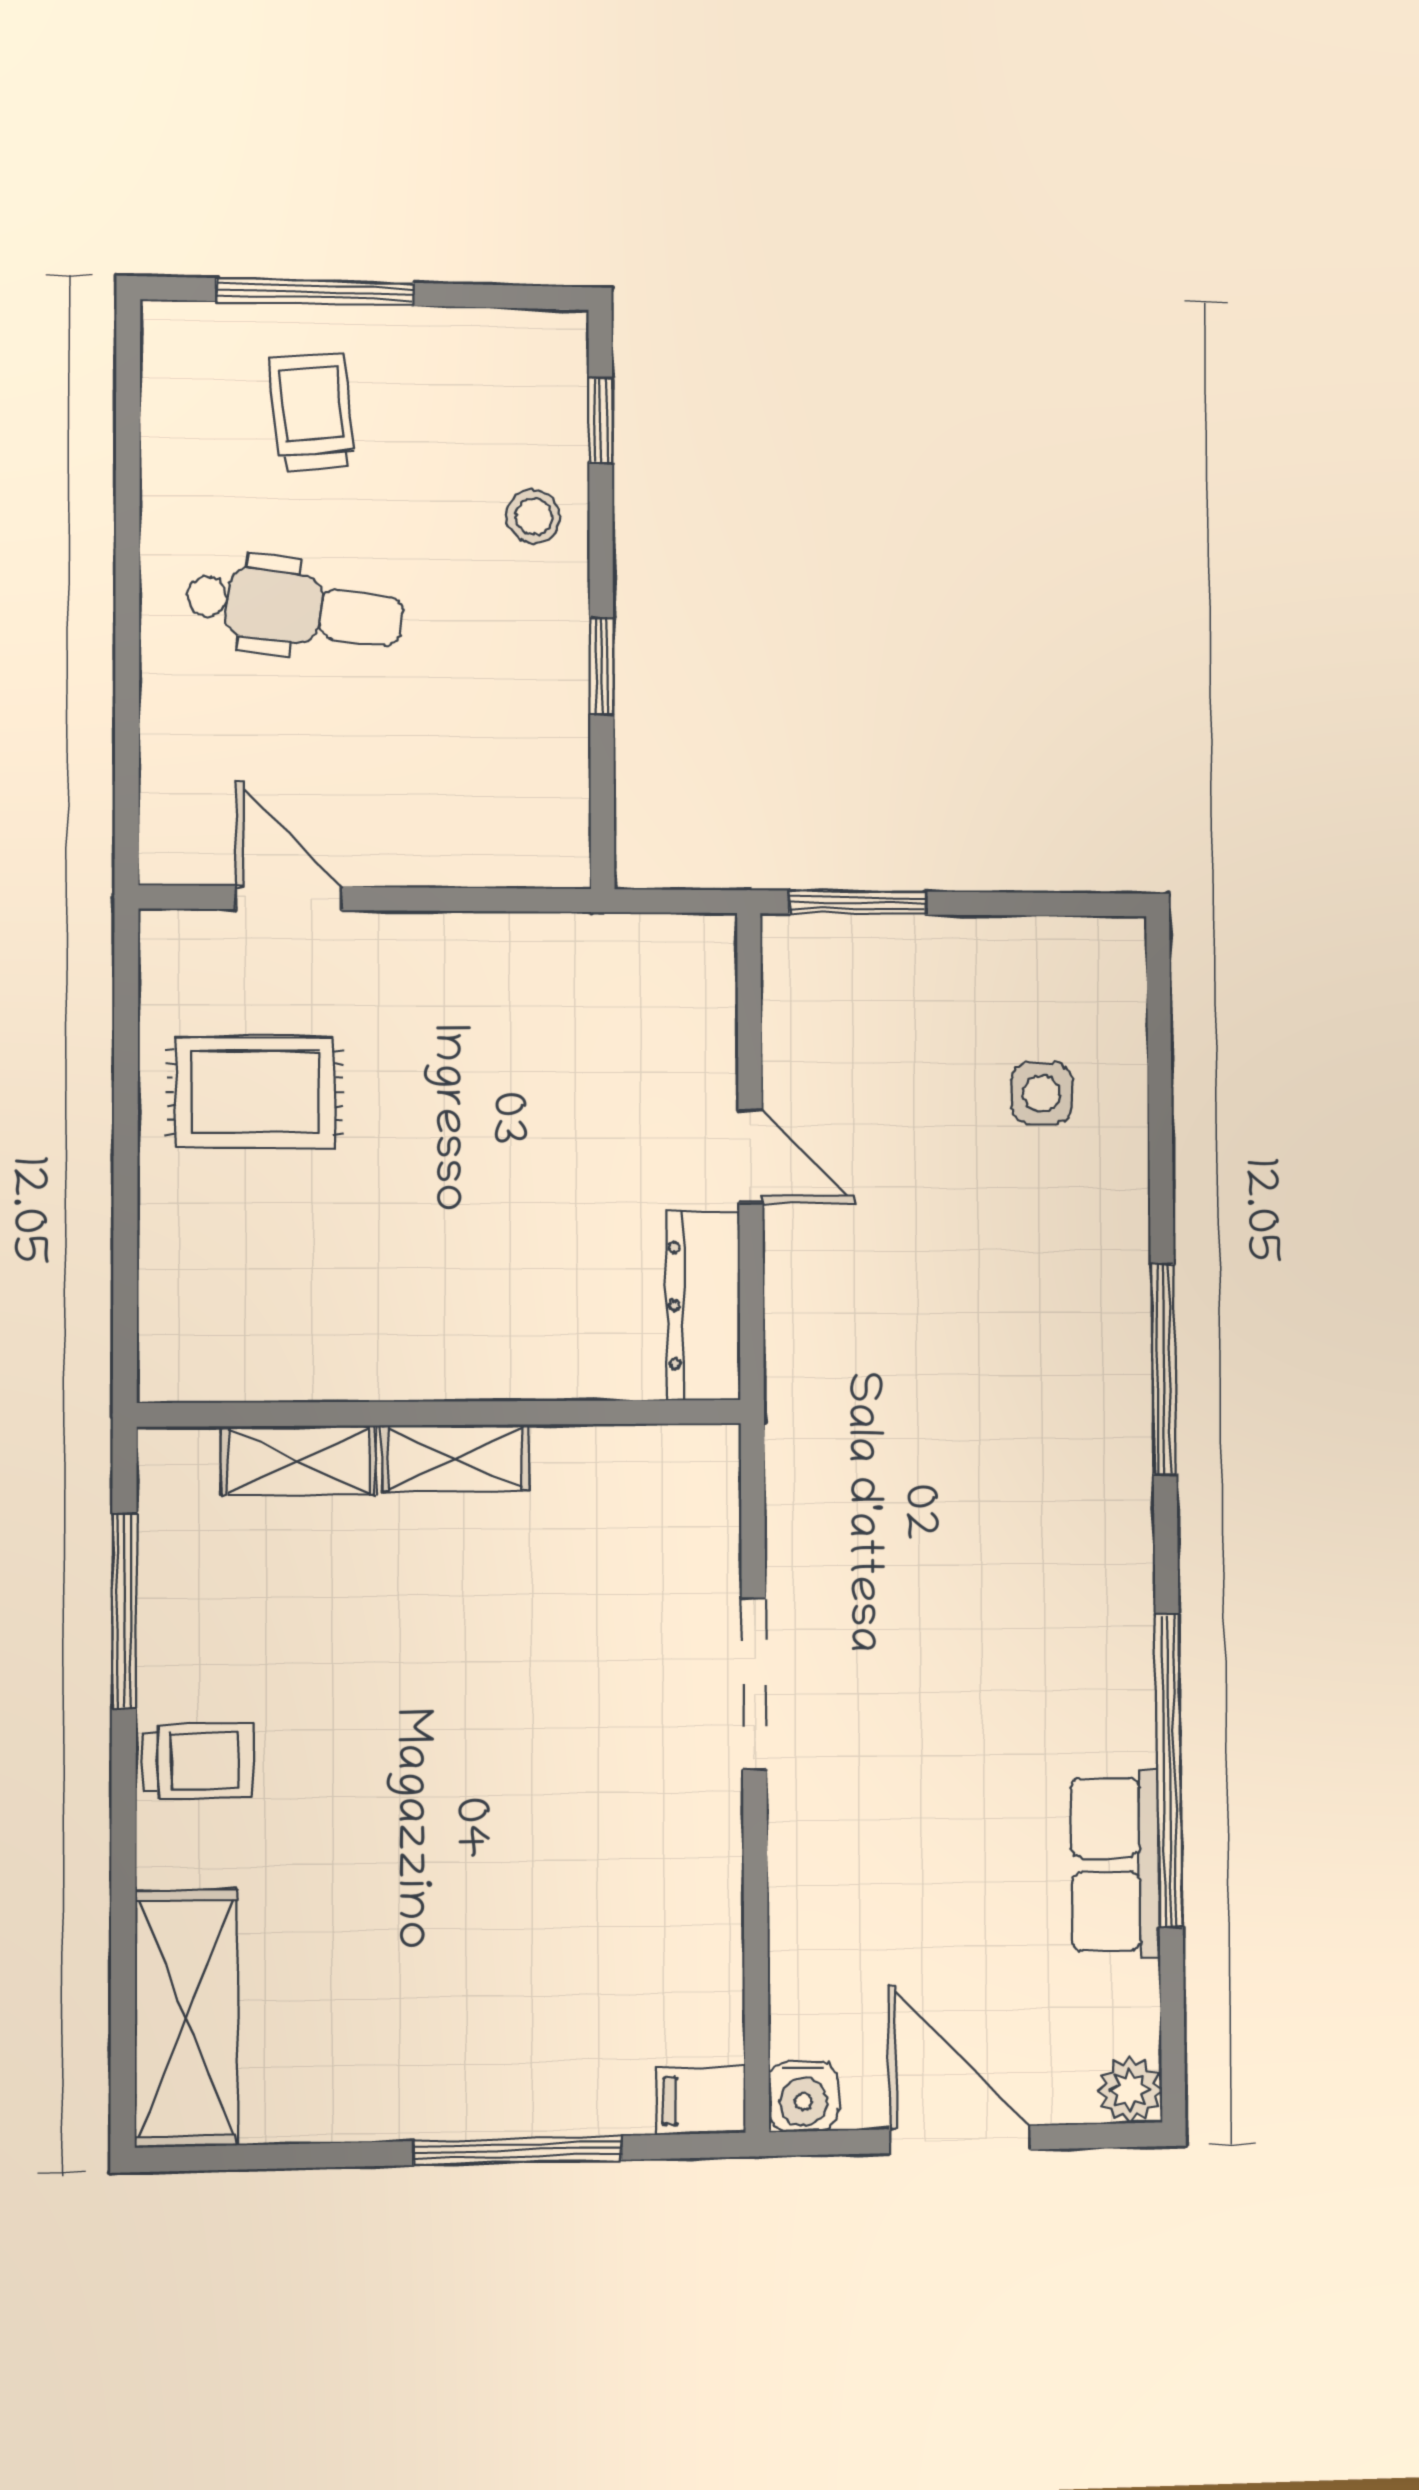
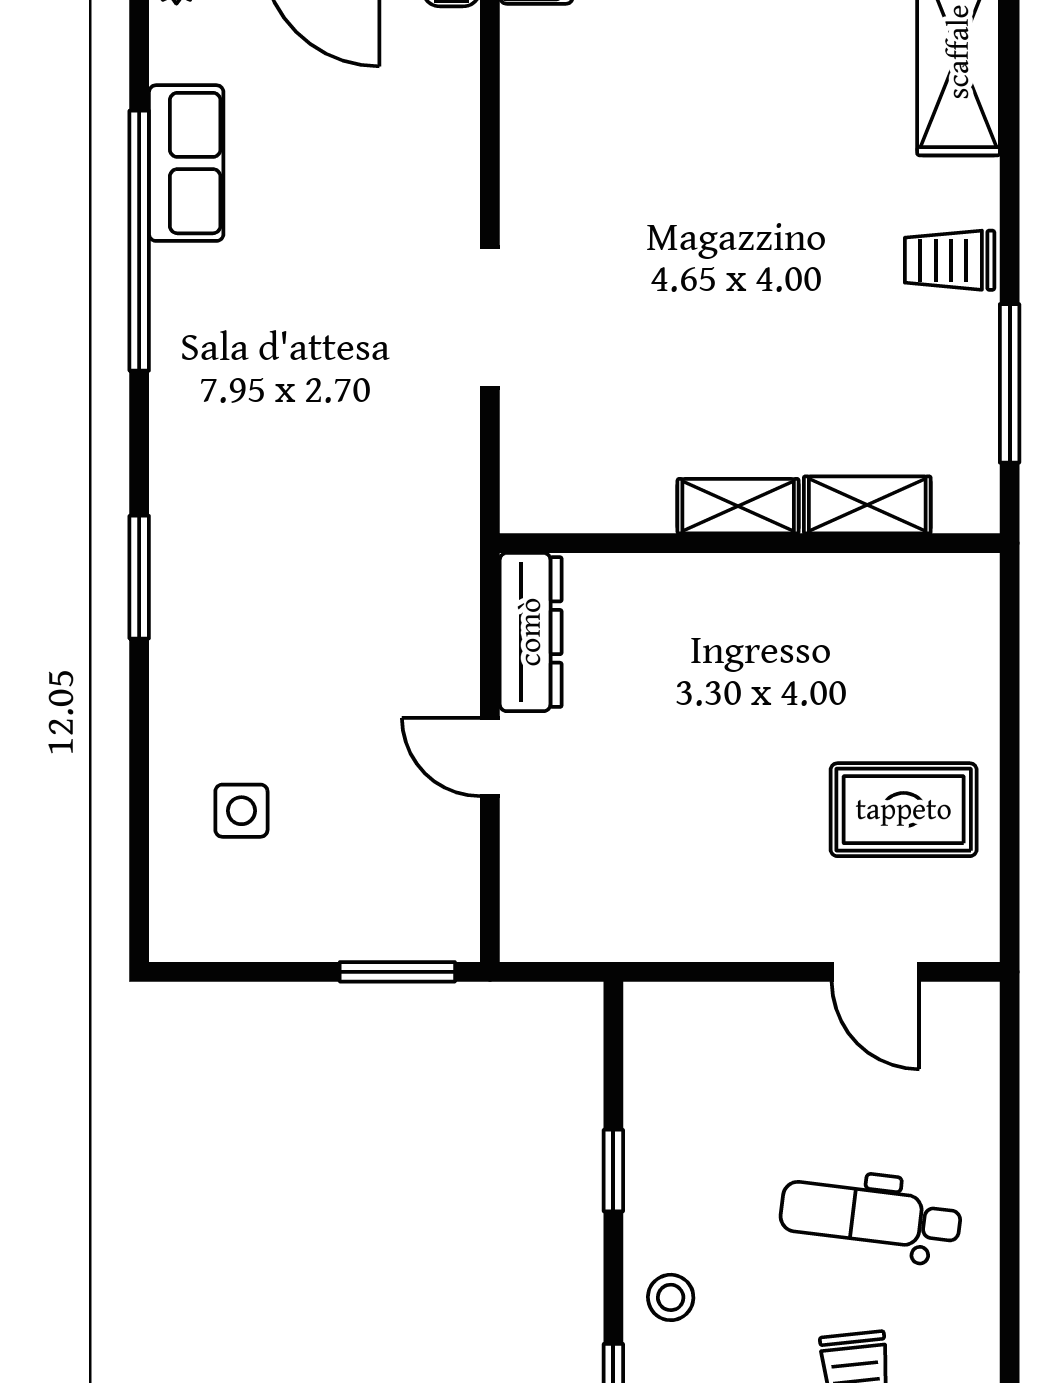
window: (1164, 1369) -> (139, 577), width x0.69

